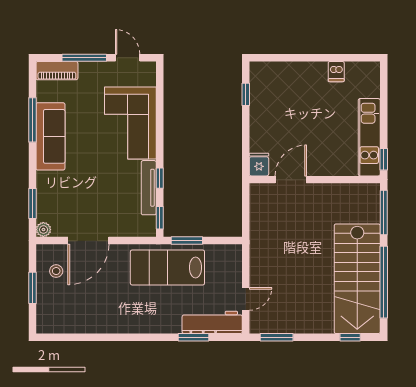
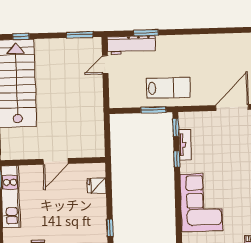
fridge: (259, 165) -> (97, 186), moved, turned 90
door: (291, 180) -> (56, 161), moved
tv unit: (149, 188) -> (185, 145), width x0.71
lab bench: (167, 267) -> (168, 88), width x0.73, depth x0.72

